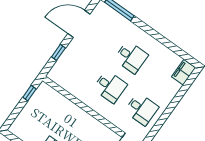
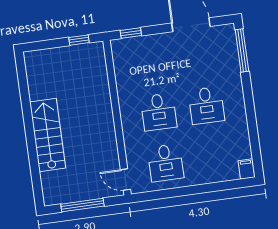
window: (58, 52) -> (131, 33), moved
filing cabinet: (184, 72) -> (246, 169), width x0.50

